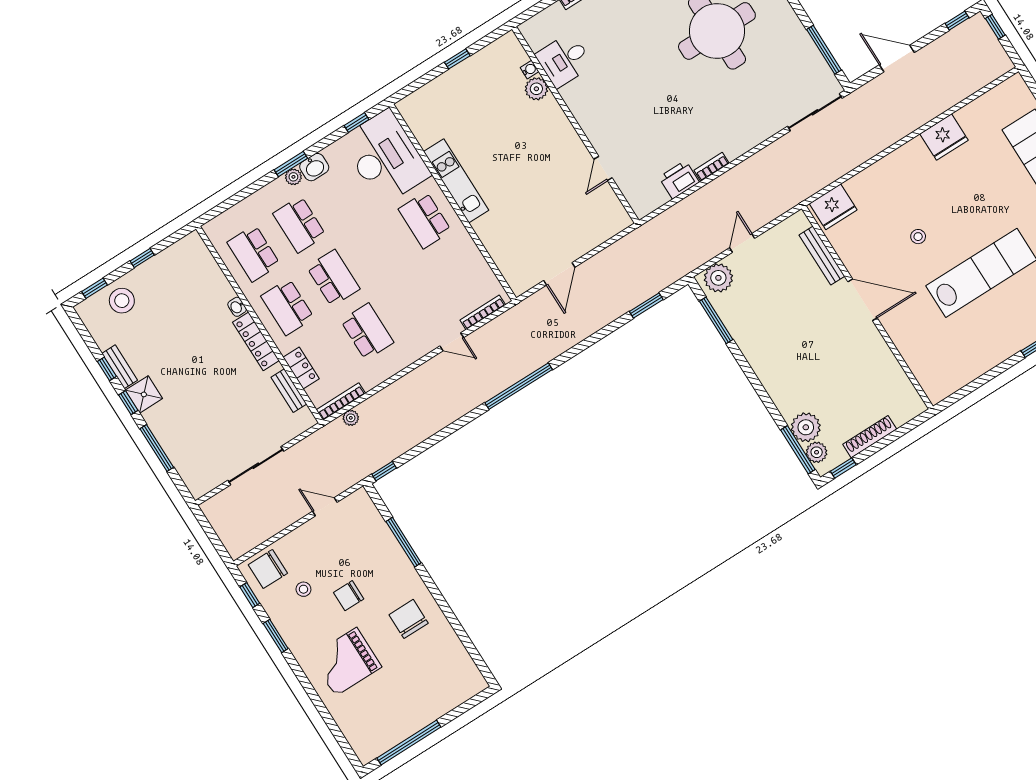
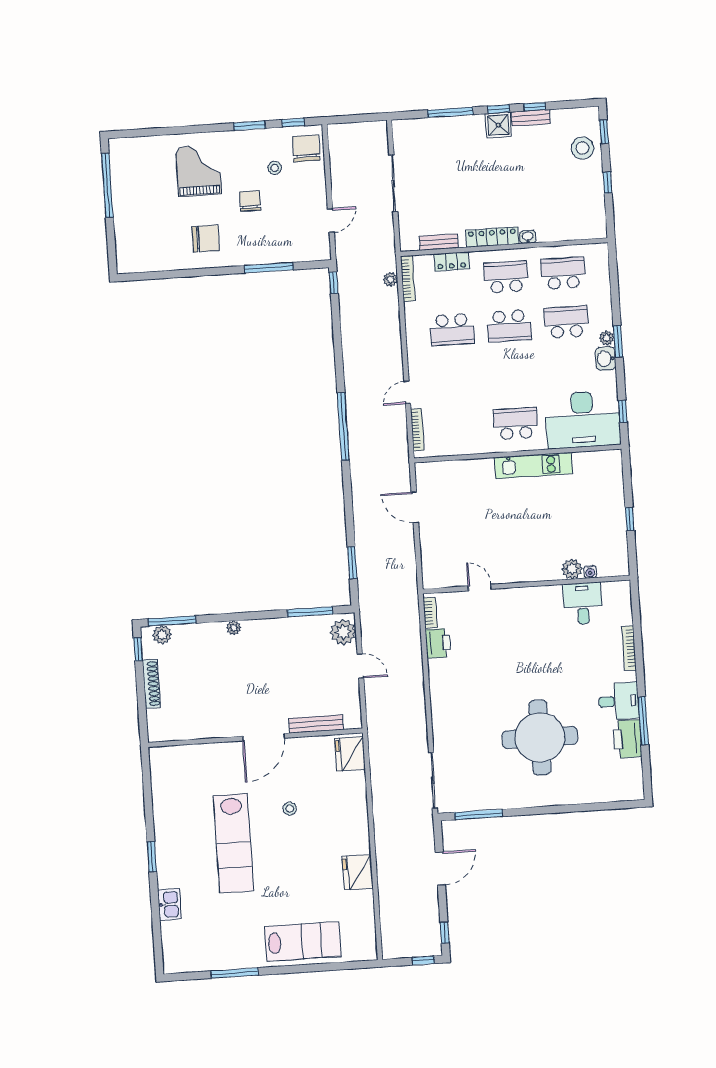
bookcase: (712, 167) -> (430, 613), moved
plant: (806, 427) -> (234, 628), moved, width x0.53, depth x0.53

